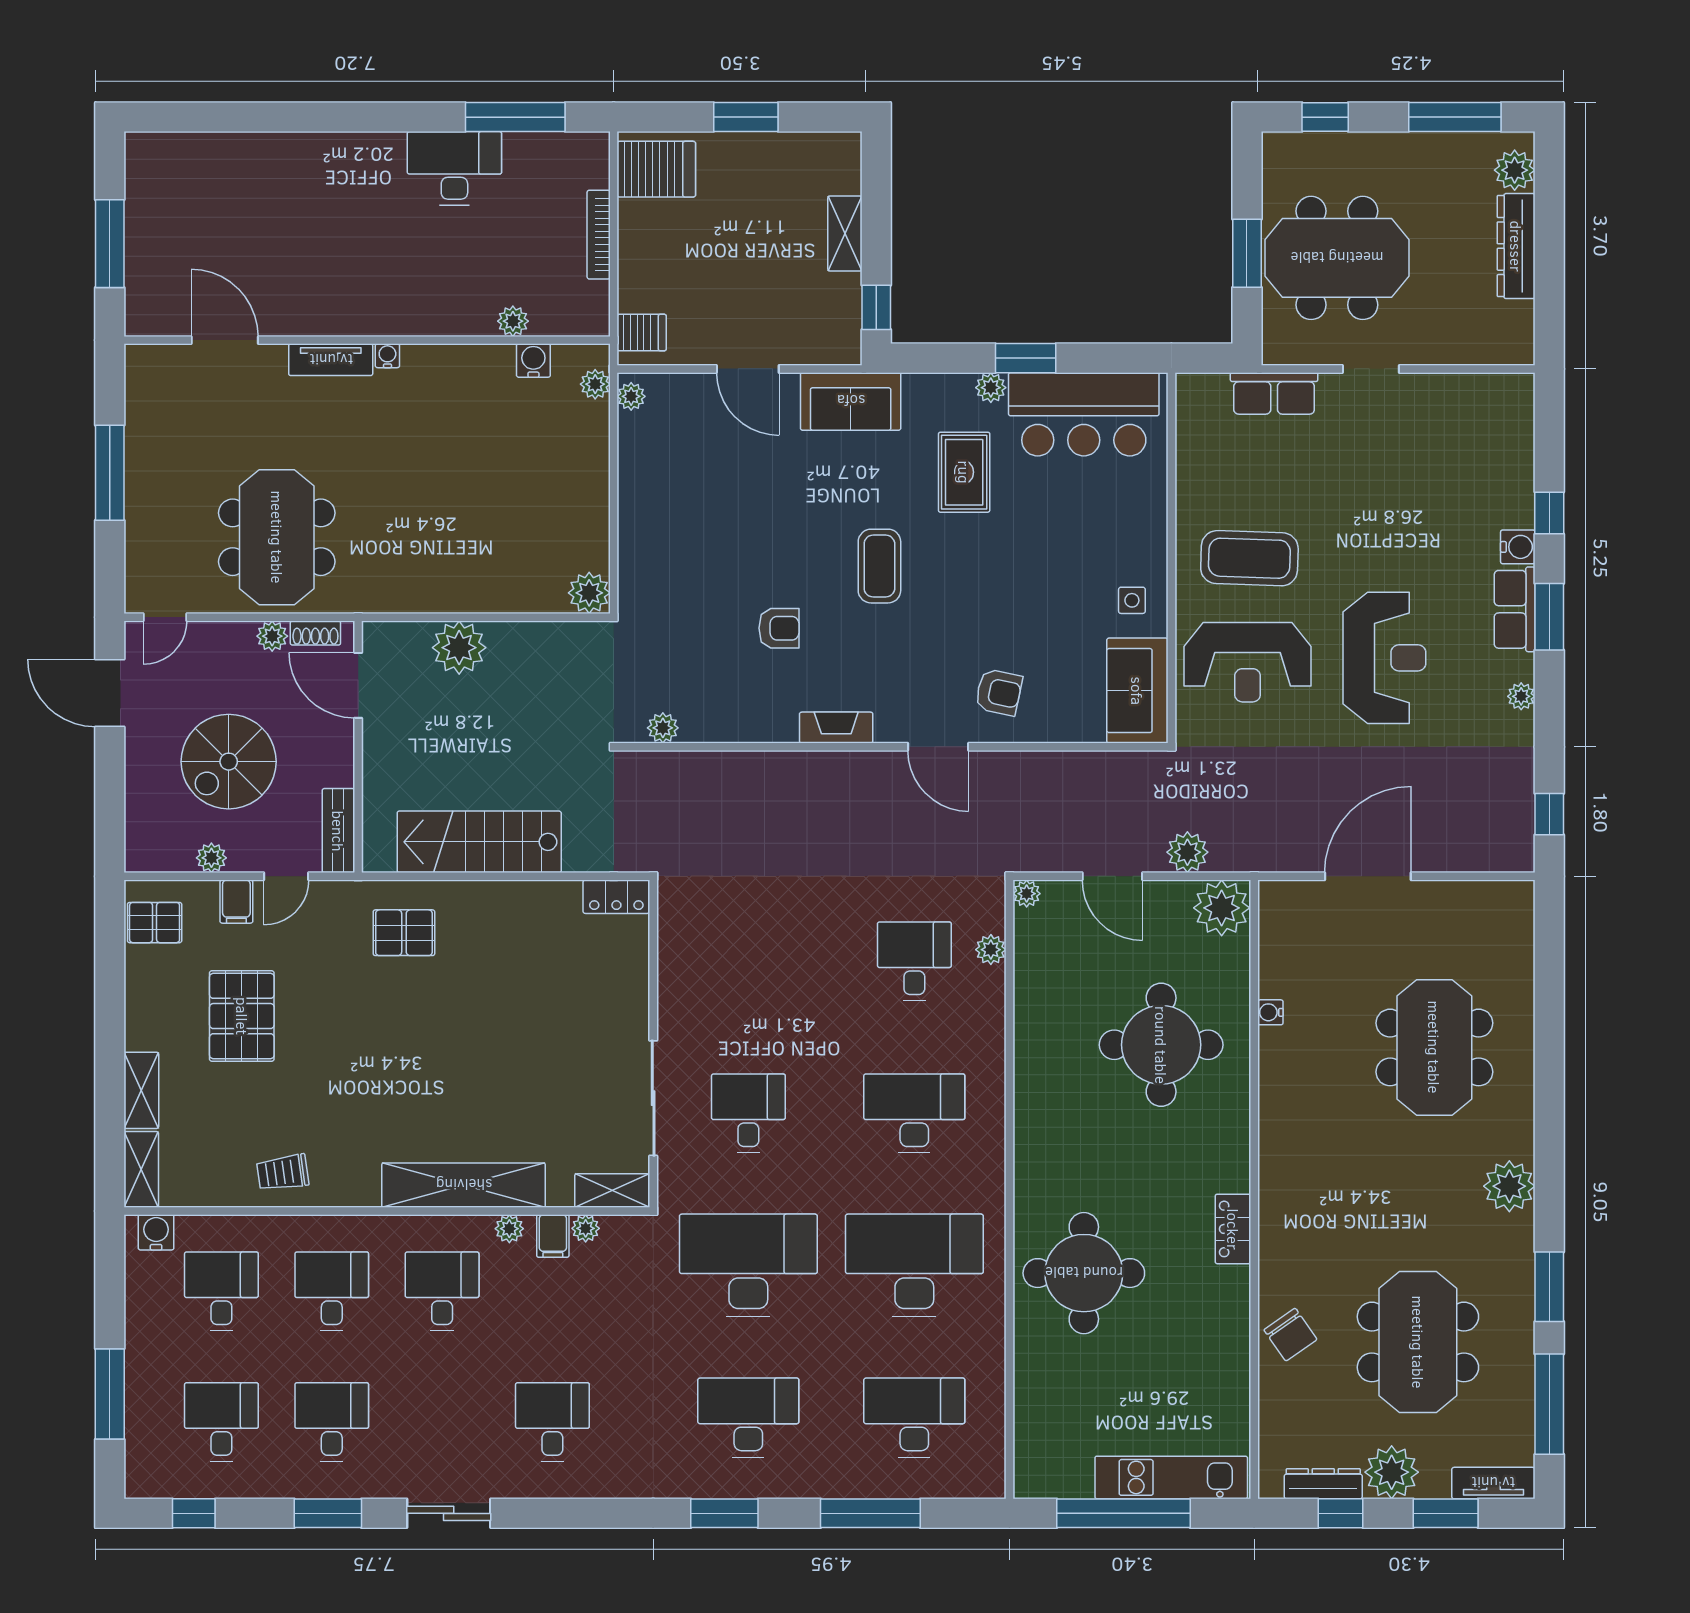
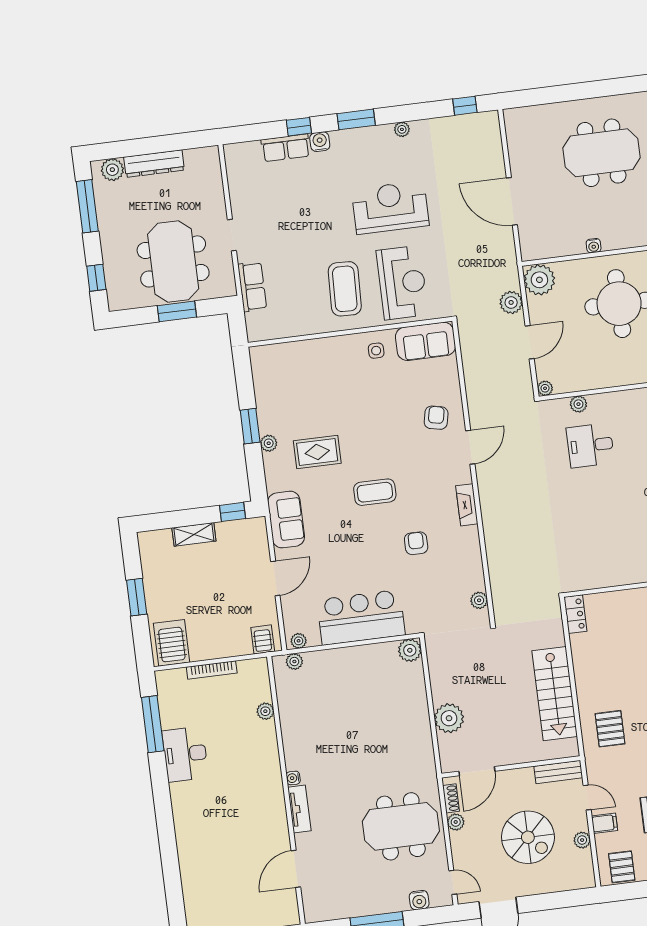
water cooler: (533, 361) -> (419, 900), moved, turned -90
bar counter: (1084, 414) -> (361, 617), moved, turned -90
row of seats: (1515, 609) -> (286, 148), moved

